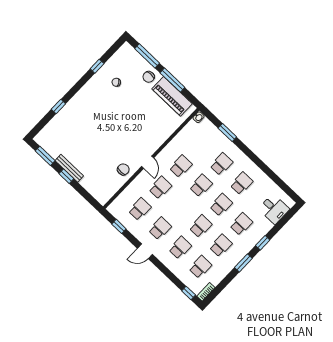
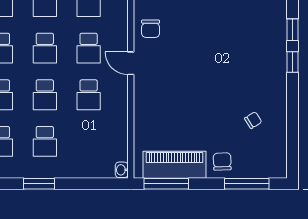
window: (97, 66) -> (292, 62), moved
window: (172, 80) -> (166, 184), moved
window: (227, 132) -> (39, 184), moved
school desk: (180, 207) -> (45, 48), added

